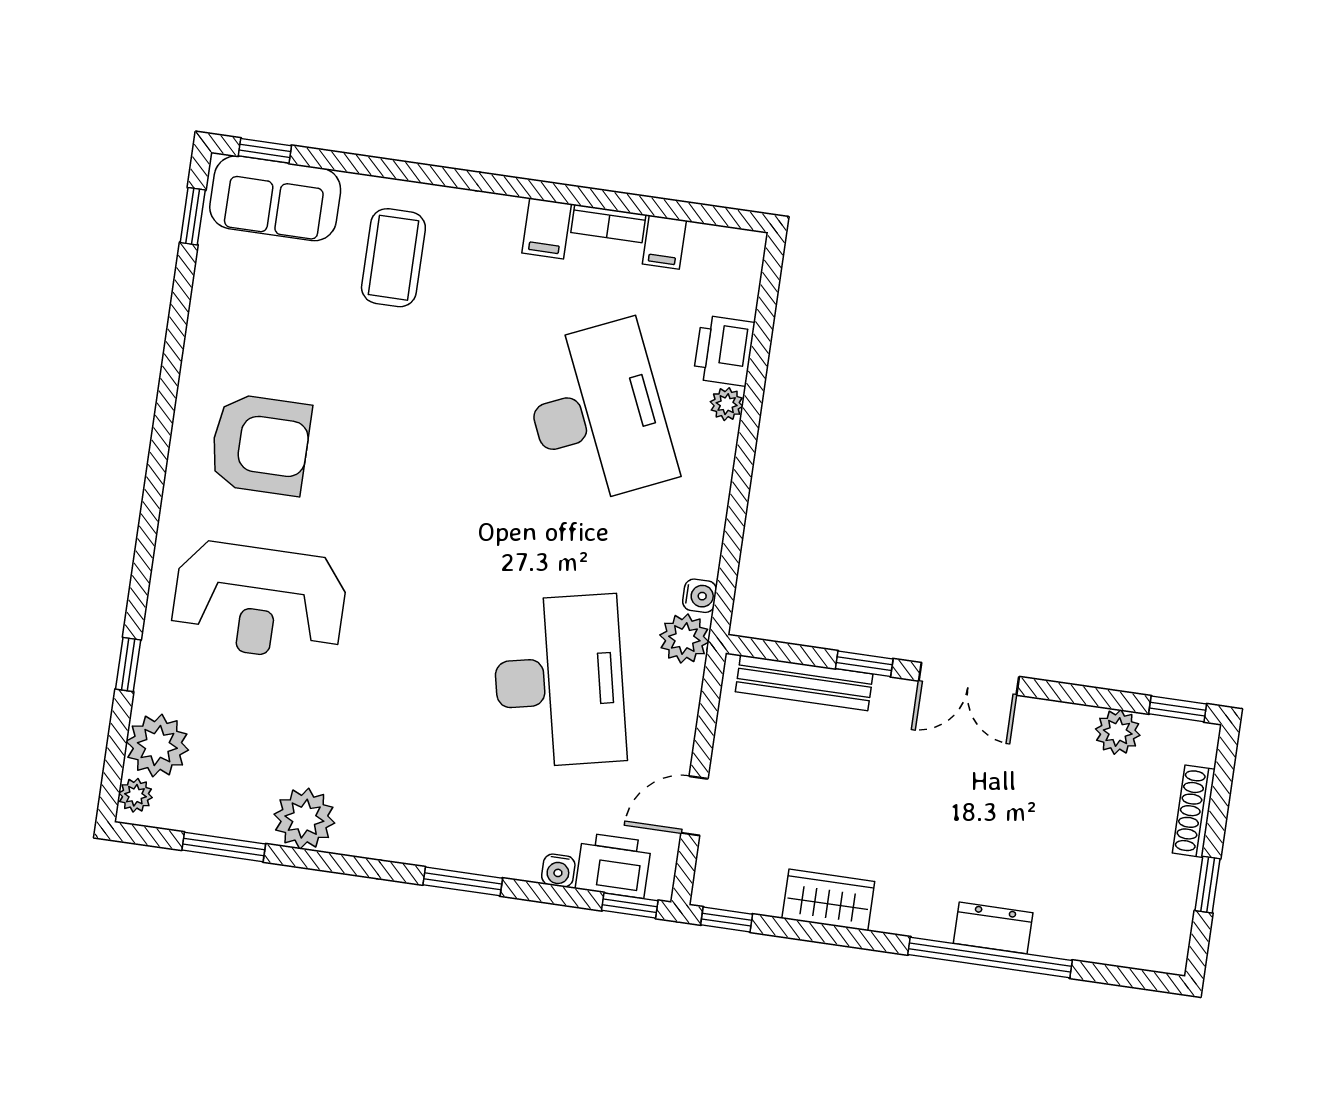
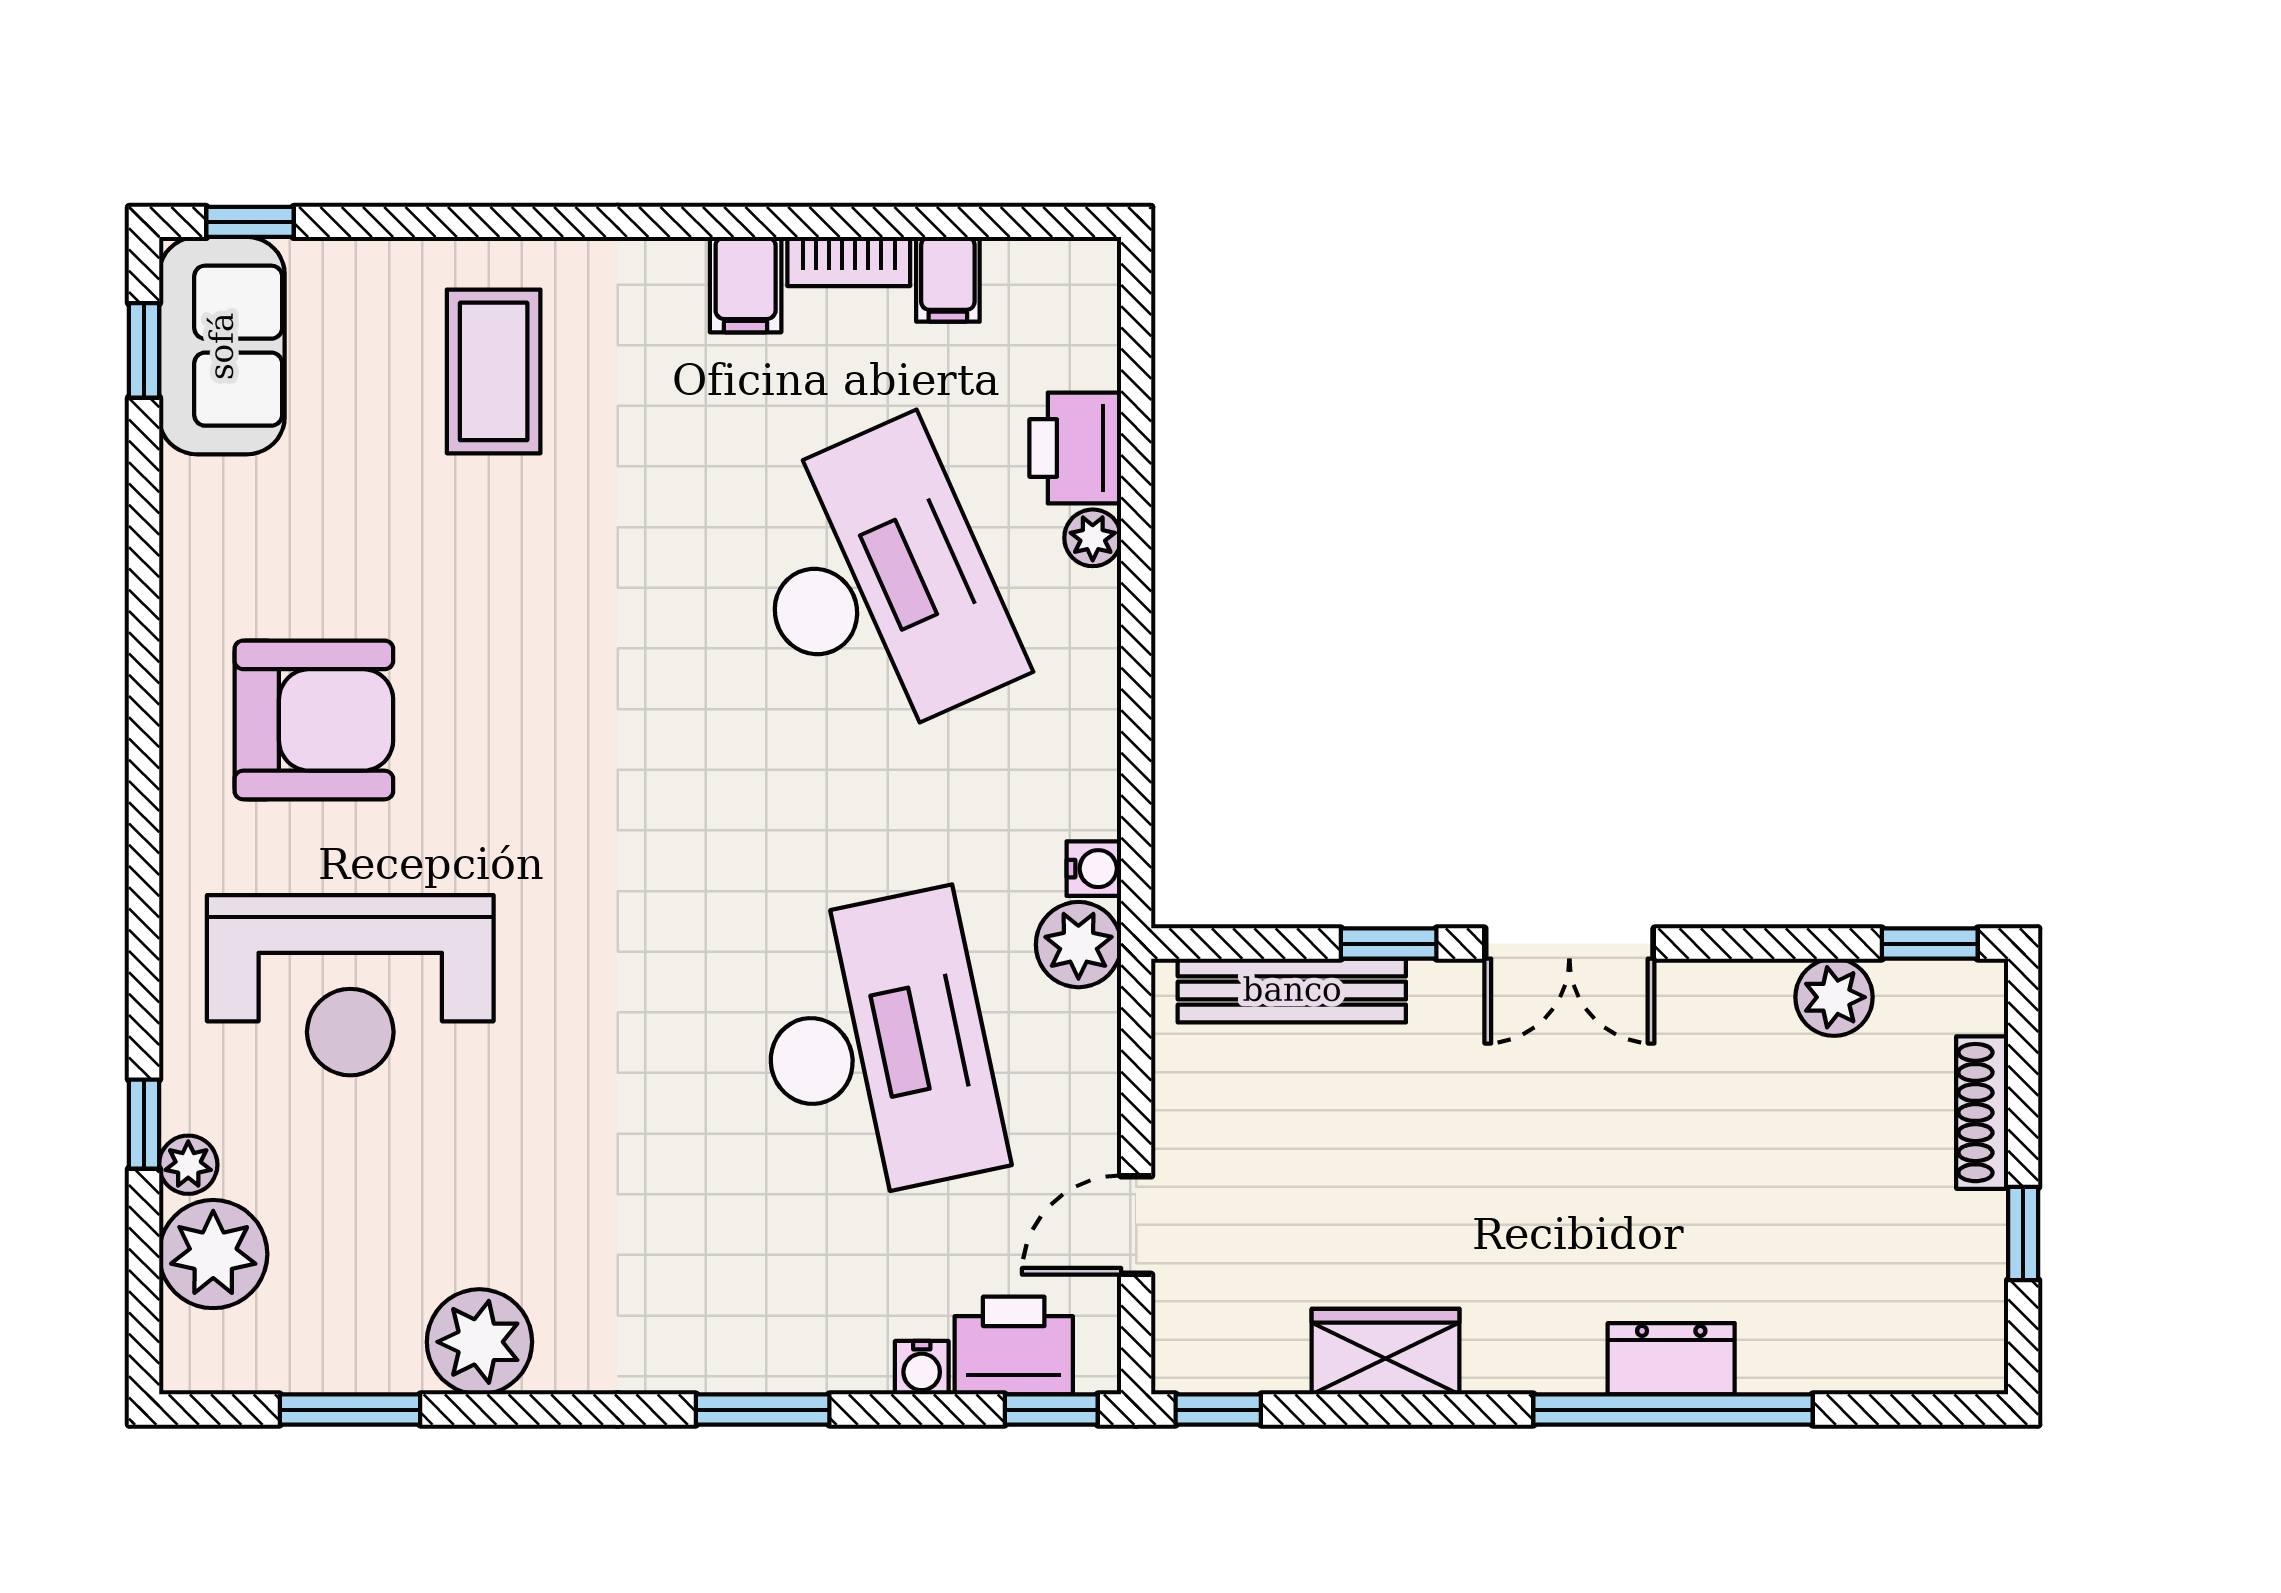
sofa: (275, 198) -> (222, 346), moved, turned -90
plant: (135, 795) -> (188, 1165), moved

